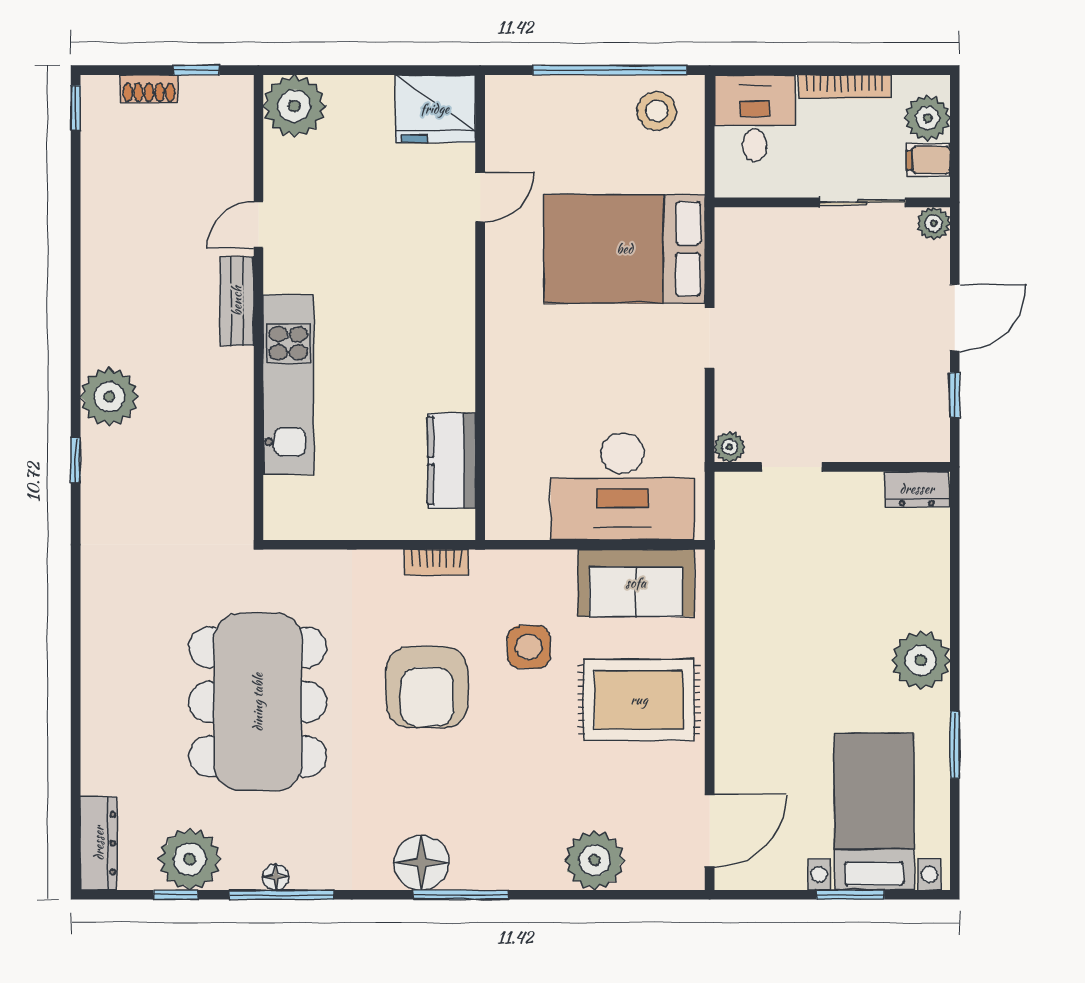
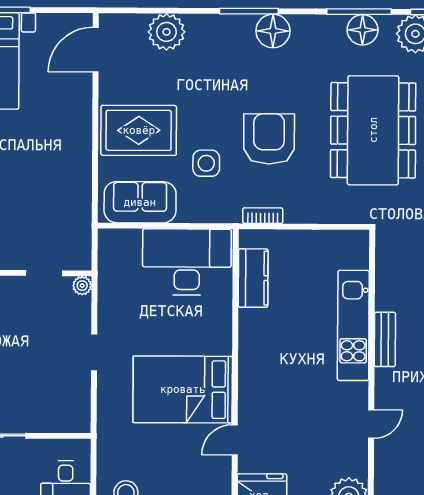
bed: (625, 249) -> (183, 389), moved, turned 180
bench: (237, 301) -> (385, 339), moved
desk: (622, 486) -> (187, 262), moved
floor lamp: (276, 877) -> (363, 30), width x1.89, depth x1.89

